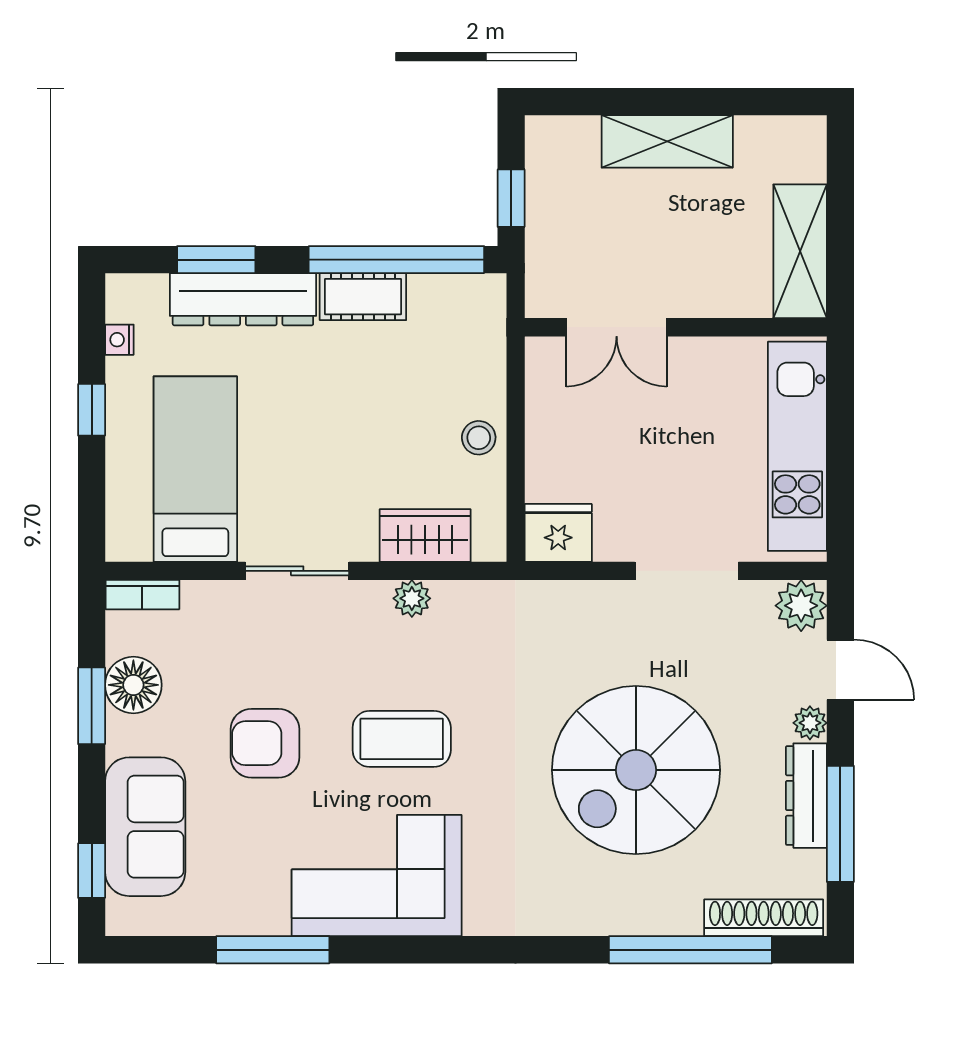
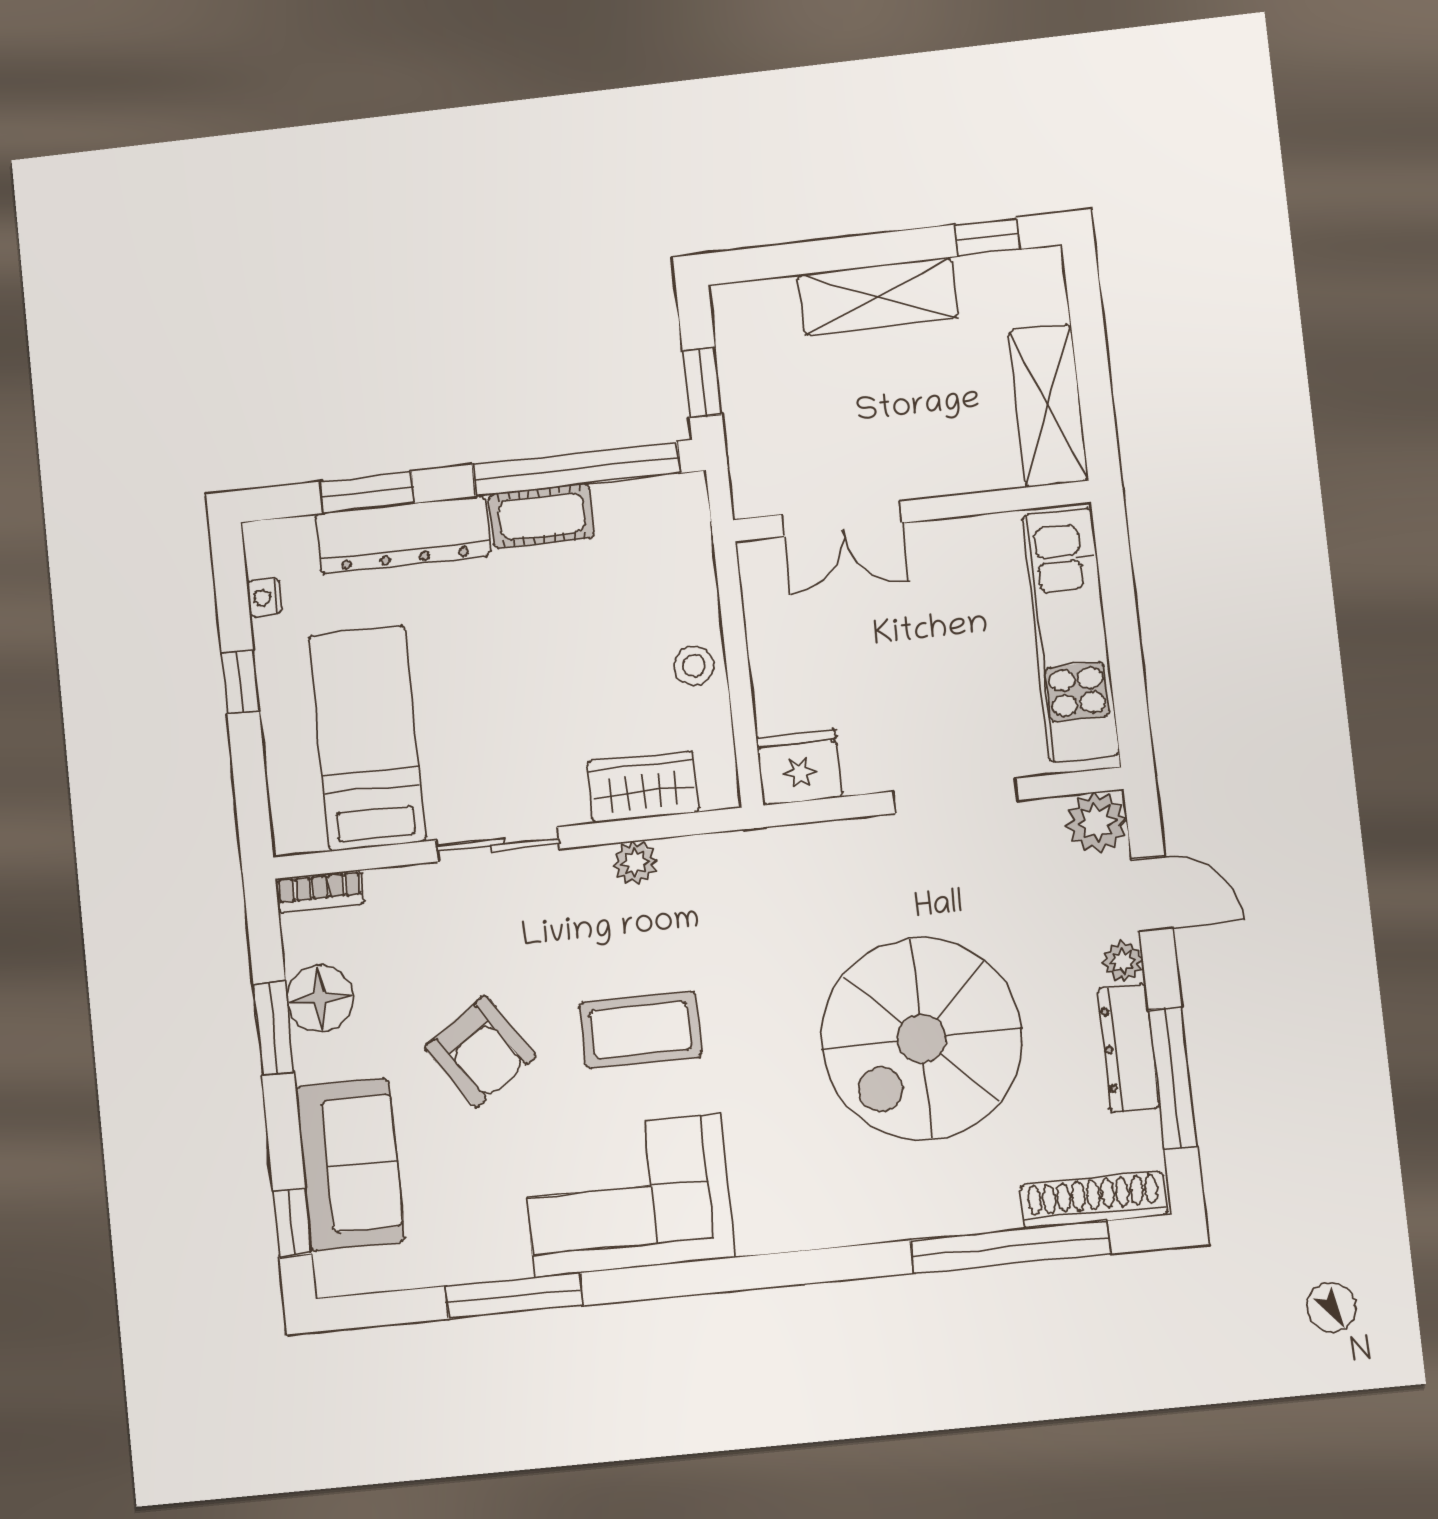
window: (765, 102) -> (987, 237), added
armchair: (265, 743) -> (480, 1051), turned -125

